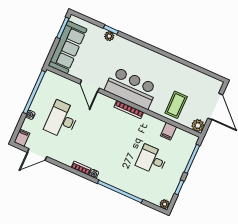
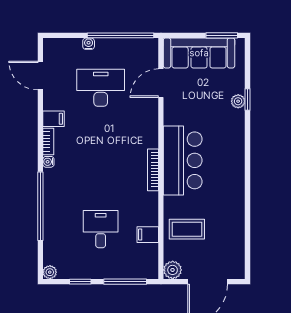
door: (90, 86) -> (161, 83), moved
filing cabinet: (22, 138) -> (53, 119), moved

